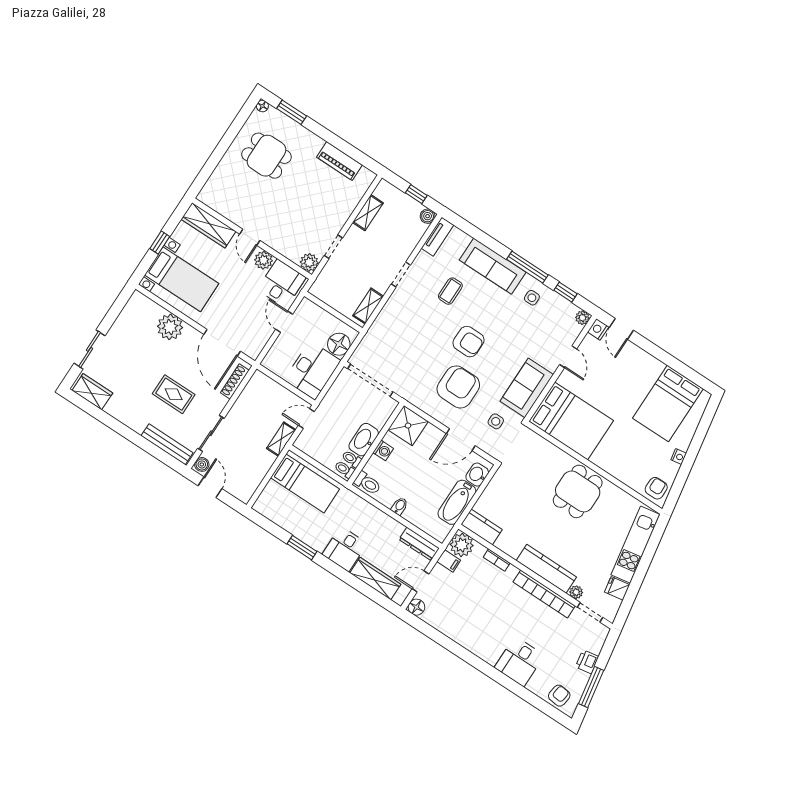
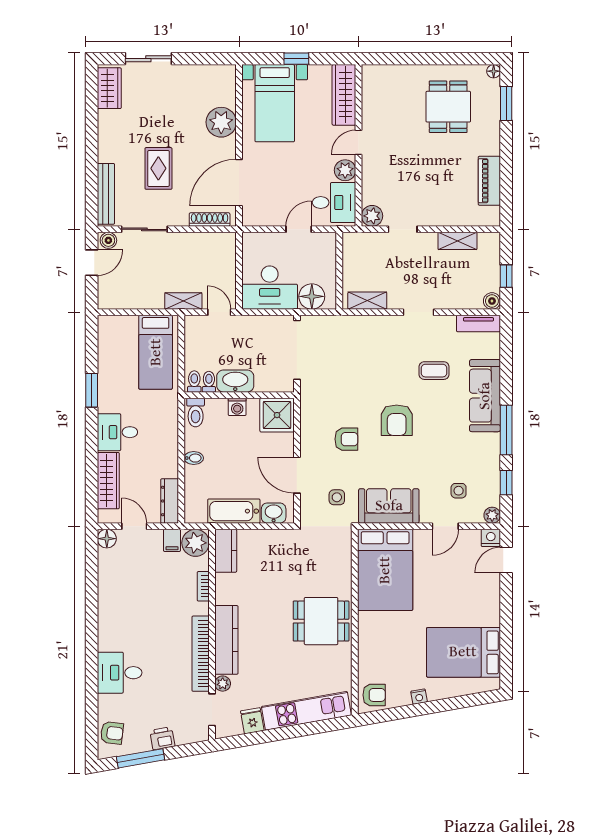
side table: (532, 298) -> (459, 491), moved
armchair: (458, 387) -> (346, 439), width x0.53, depth x0.53

